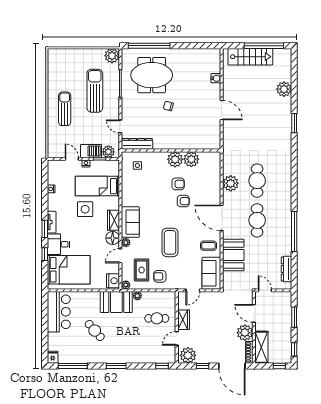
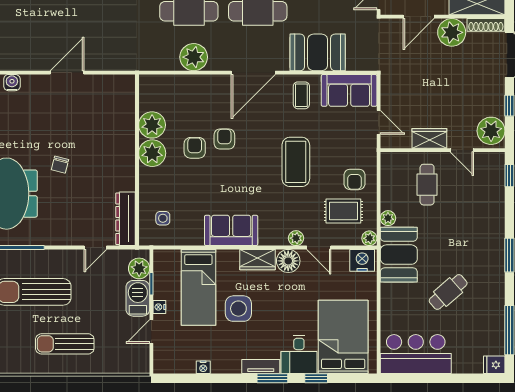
sofa: (130, 222) -> (231, 230), moved
coffee table: (170, 242) -> (296, 162), turned 90

